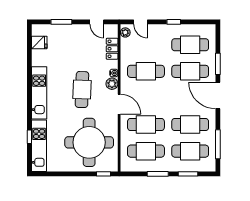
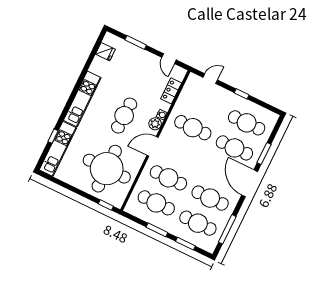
door: (140, 22) -> (210, 79), swing flipped
plant: (125, 32) -> (191, 82), removed
door: (119, 104) -> (152, 146), swing flipped

